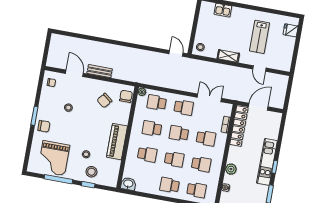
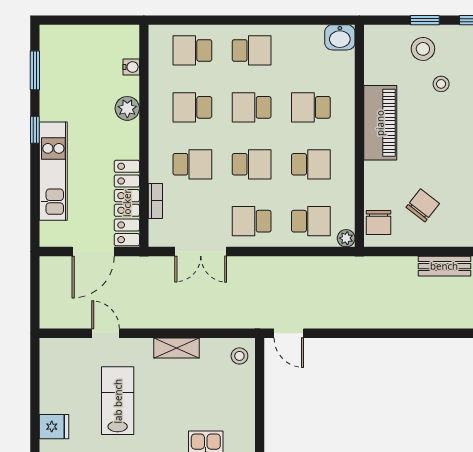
school desk: (206, 138) -> (192, 164), turned 180
kitchen unit: (267, 162) -> (53, 171), moved

